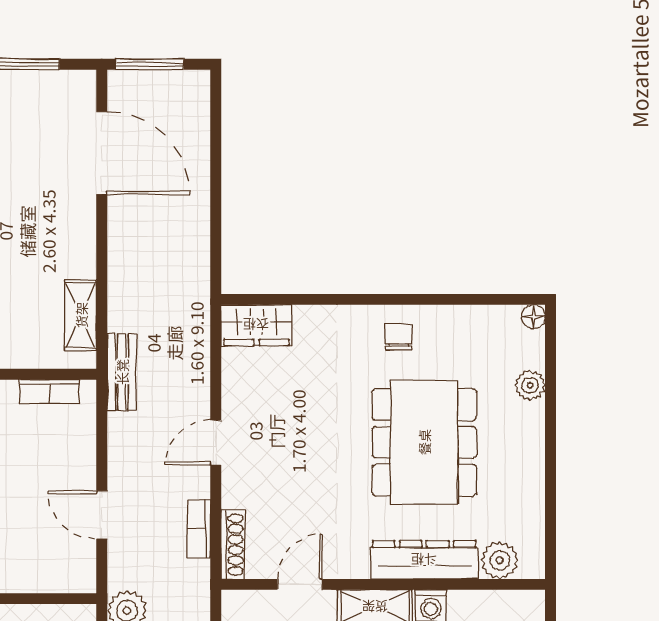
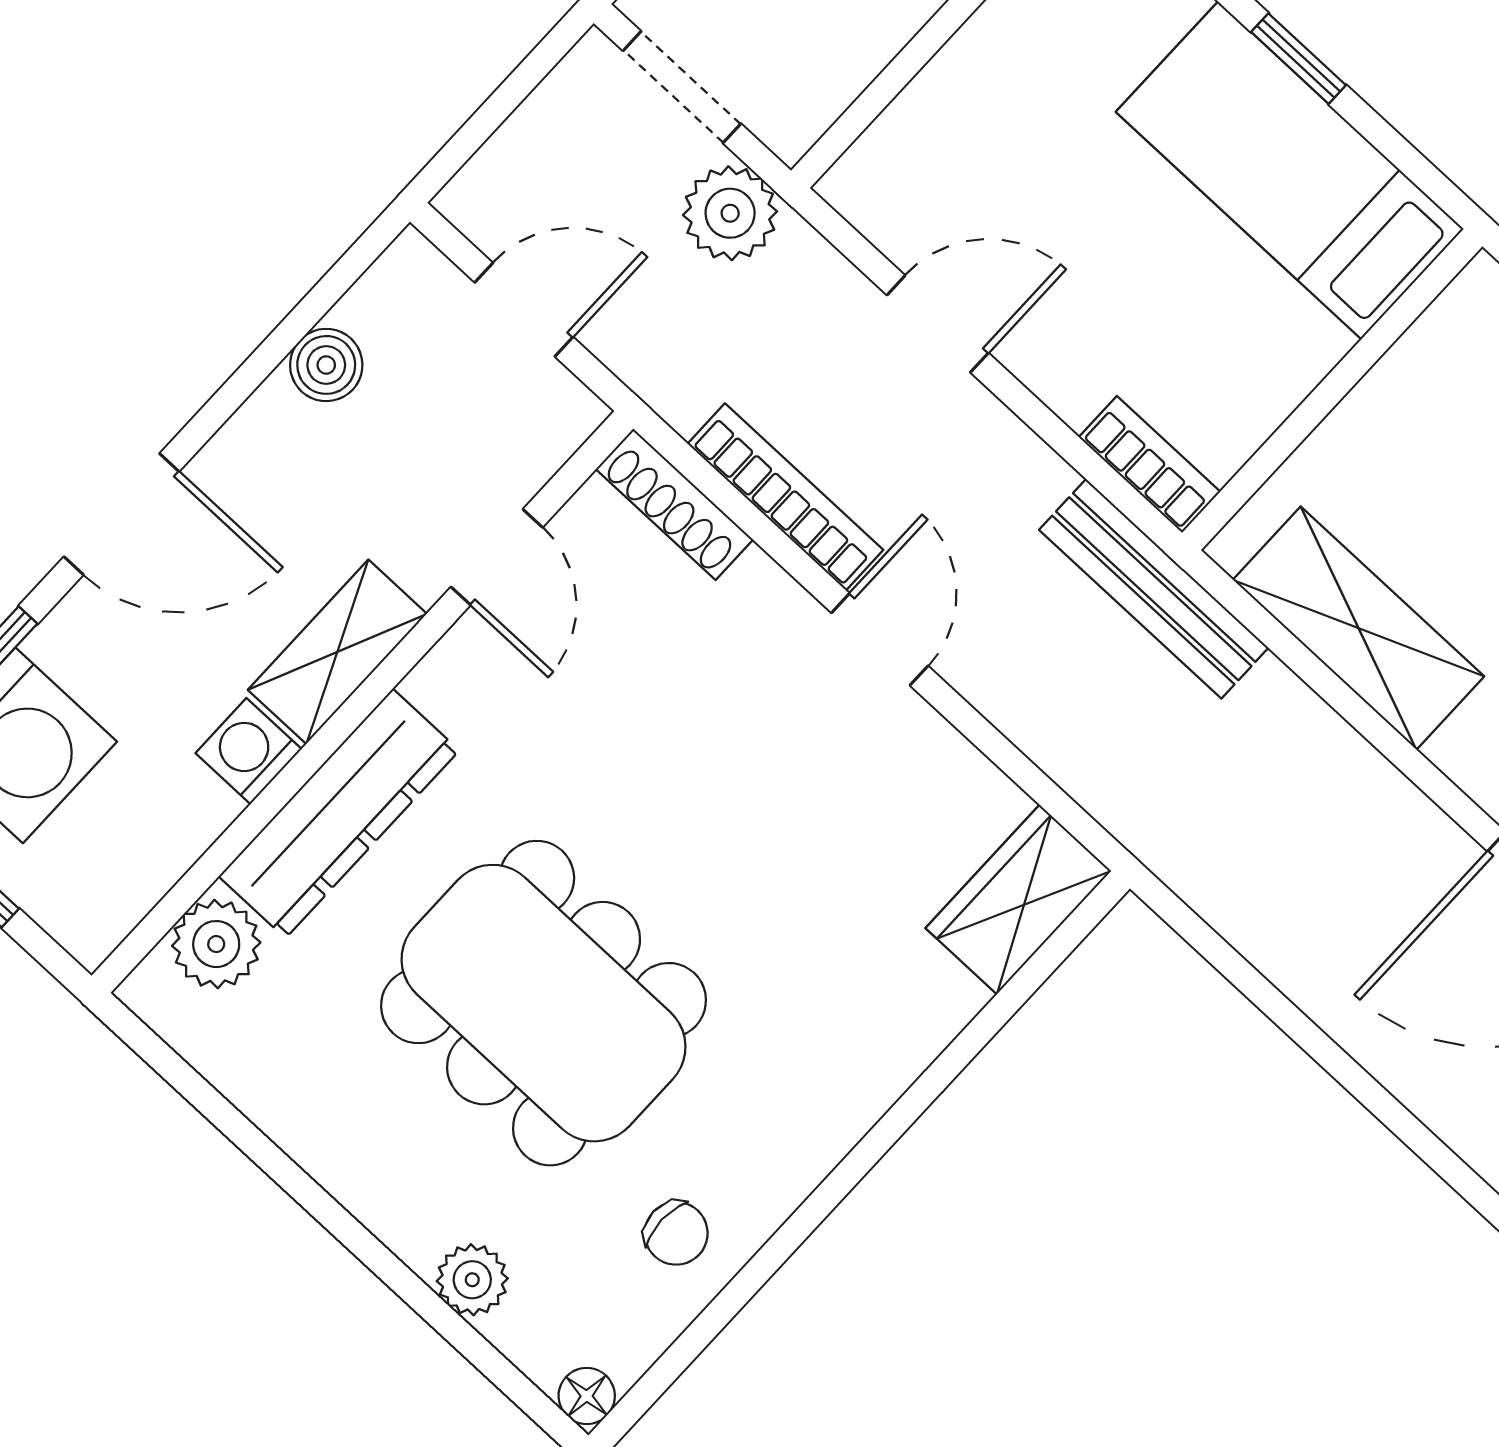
shelving: (81, 315) -> (1359, 628), width x1.50, depth x1.33
chair: (399, 337) -> (676, 1233), moved
bench: (122, 372) -> (1154, 589), width x1.36
bookcase: (50, 391) -> (1150, 464), moved, turned 90
bookcase: (199, 529) -> (785, 497), width x1.56

